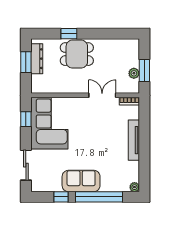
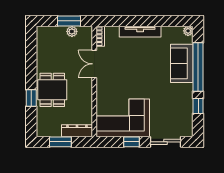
dresser: (37, 59) -> (77, 131), moved
window: (26, 119) -> (131, 142), moved
sofa: (81, 181) -> (182, 63), moved

